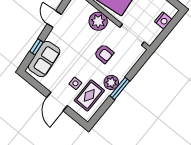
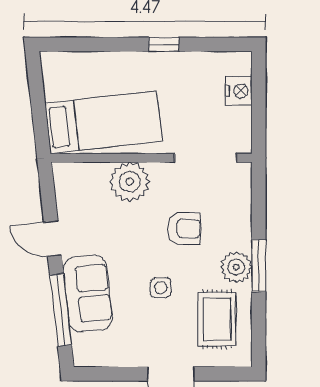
window: (36, 47) -> (61, 310), width x2.17
sofa: (44, 59) -> (88, 294), moved
side table: (75, 83) -> (161, 288), moved

